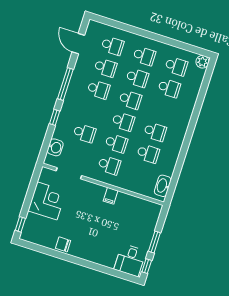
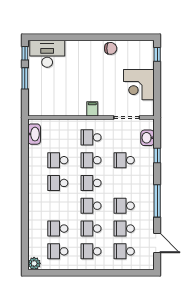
window: (55, 117) -> (157, 156), moved
filing cabinet: (111, 196) -> (92, 109), moved
desk: (130, 260) -> (47, 54), width x1.37

